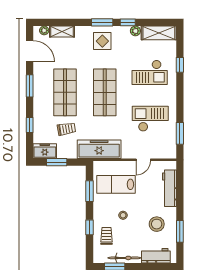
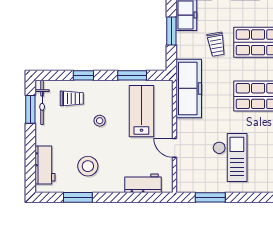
workbench: (169, 188) -> (143, 183), width x0.73
bicycle: (124, 258) -> (42, 102), moved

